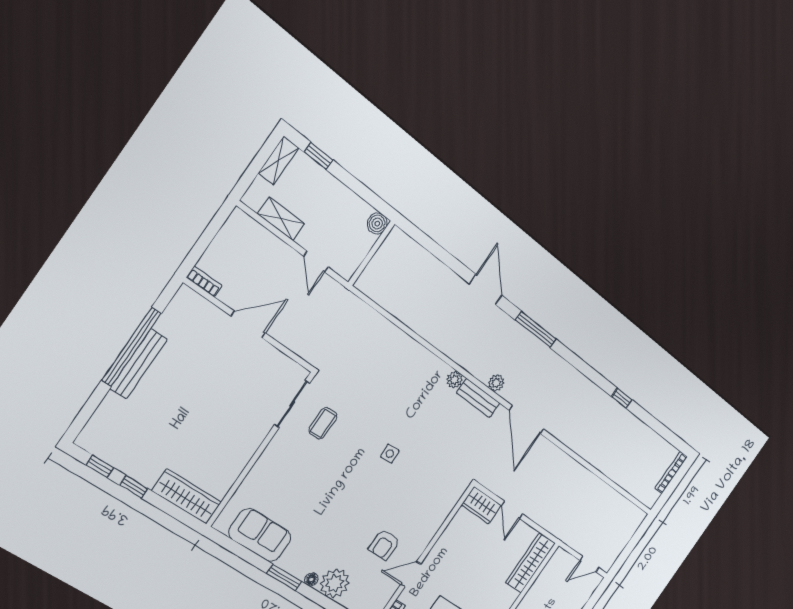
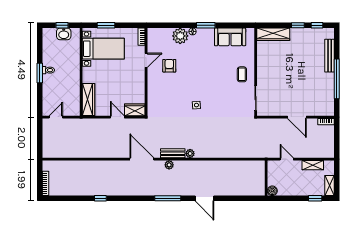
door: (248, 324) -> (297, 117), hinge flipped
bench: (139, 364) -> (330, 56), moved
coffee table: (323, 423) -> (242, 74), moved

